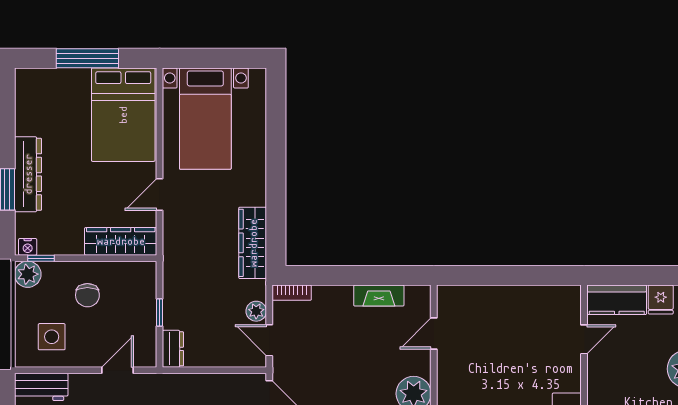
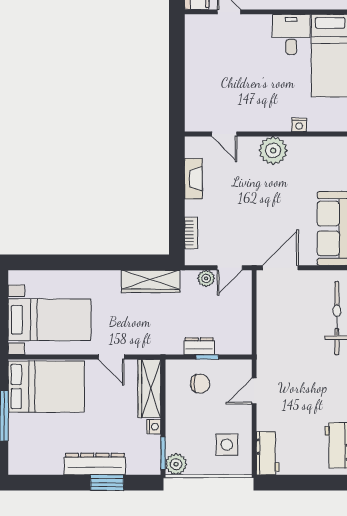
nightstand: (28, 247) -> (154, 427), moved
window: (41, 258) -> (163, 453), width x1.50
bookcase: (292, 293) -> (191, 233), moved
chair: (87, 295) -> (200, 384), moved
dresser: (173, 349) -> (199, 346), moved
door: (118, 370) -> (254, 391), hinge flipped

